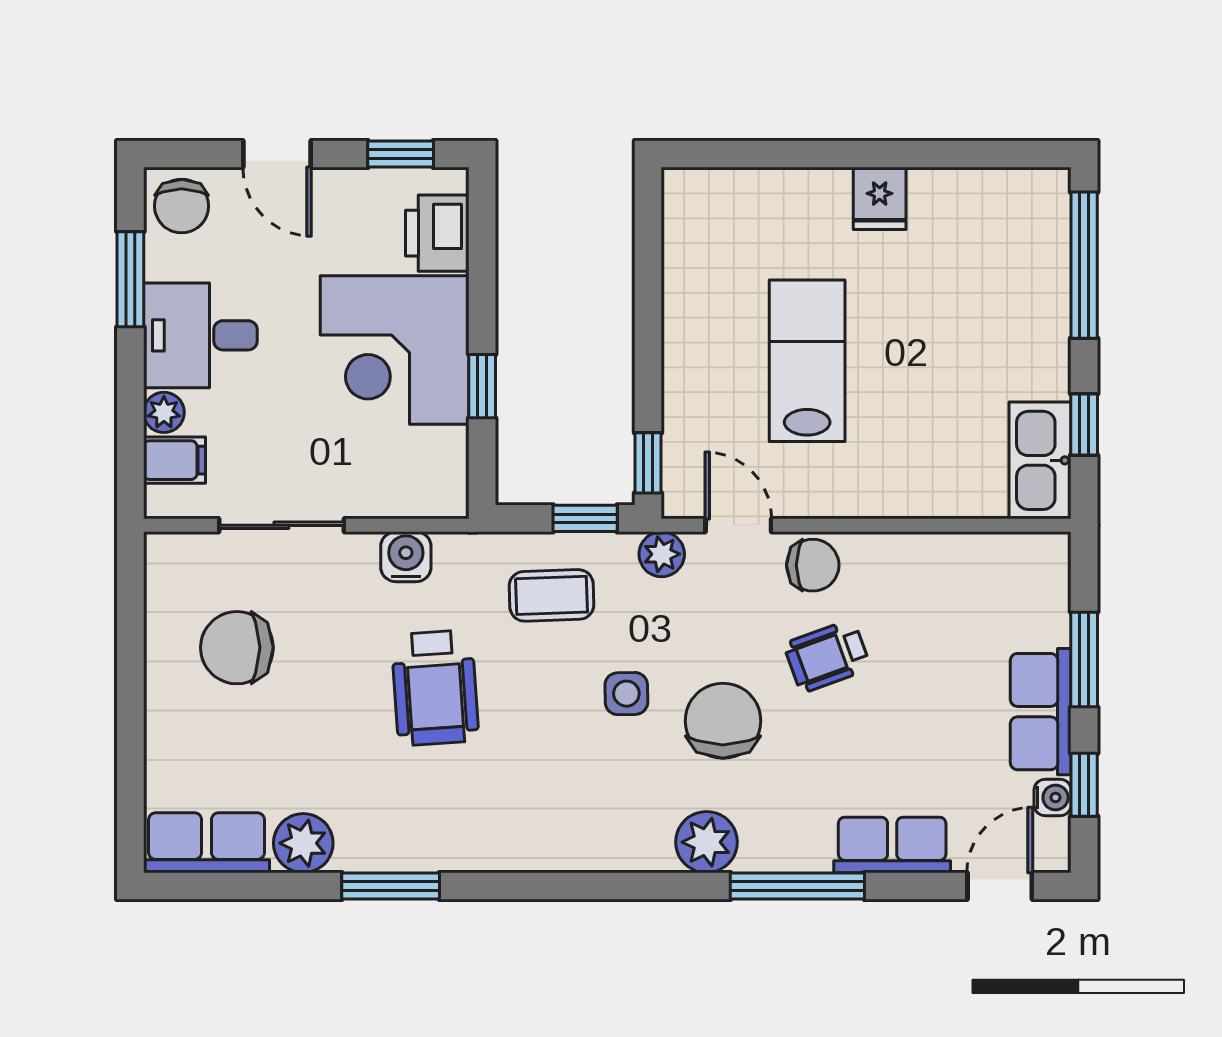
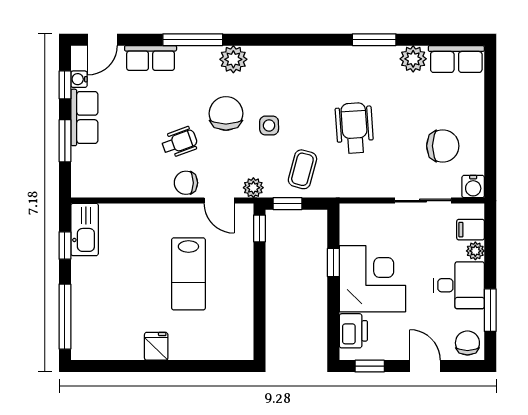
water cooler: (406, 557) -> (473, 187), moved
coffee table: (552, 595) -> (302, 169), turned -73
chair: (723, 721) -> (226, 113), turned 180

